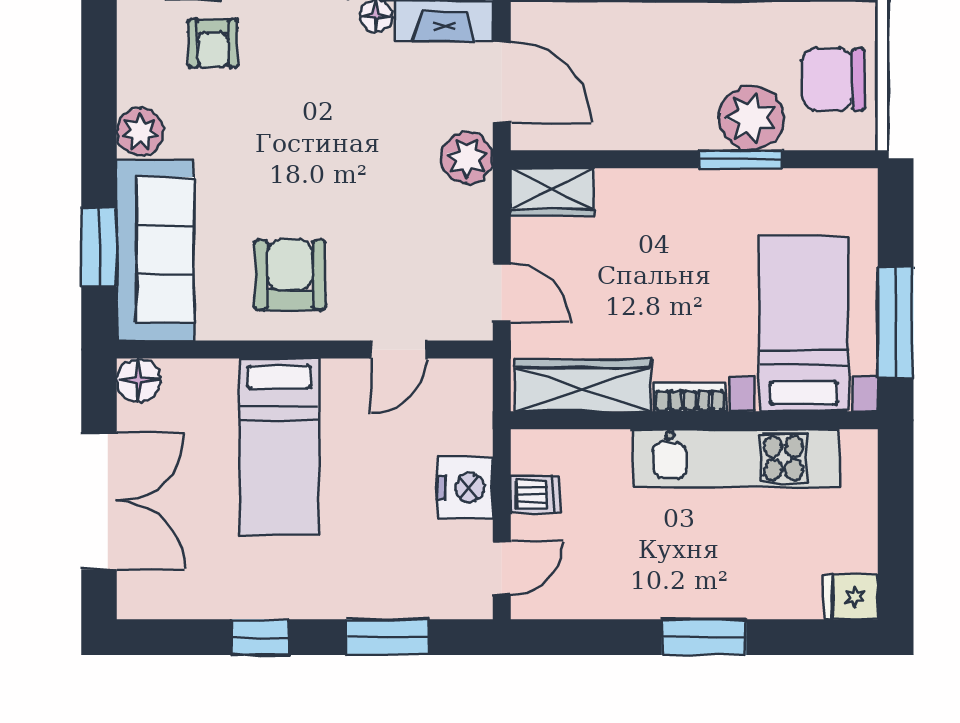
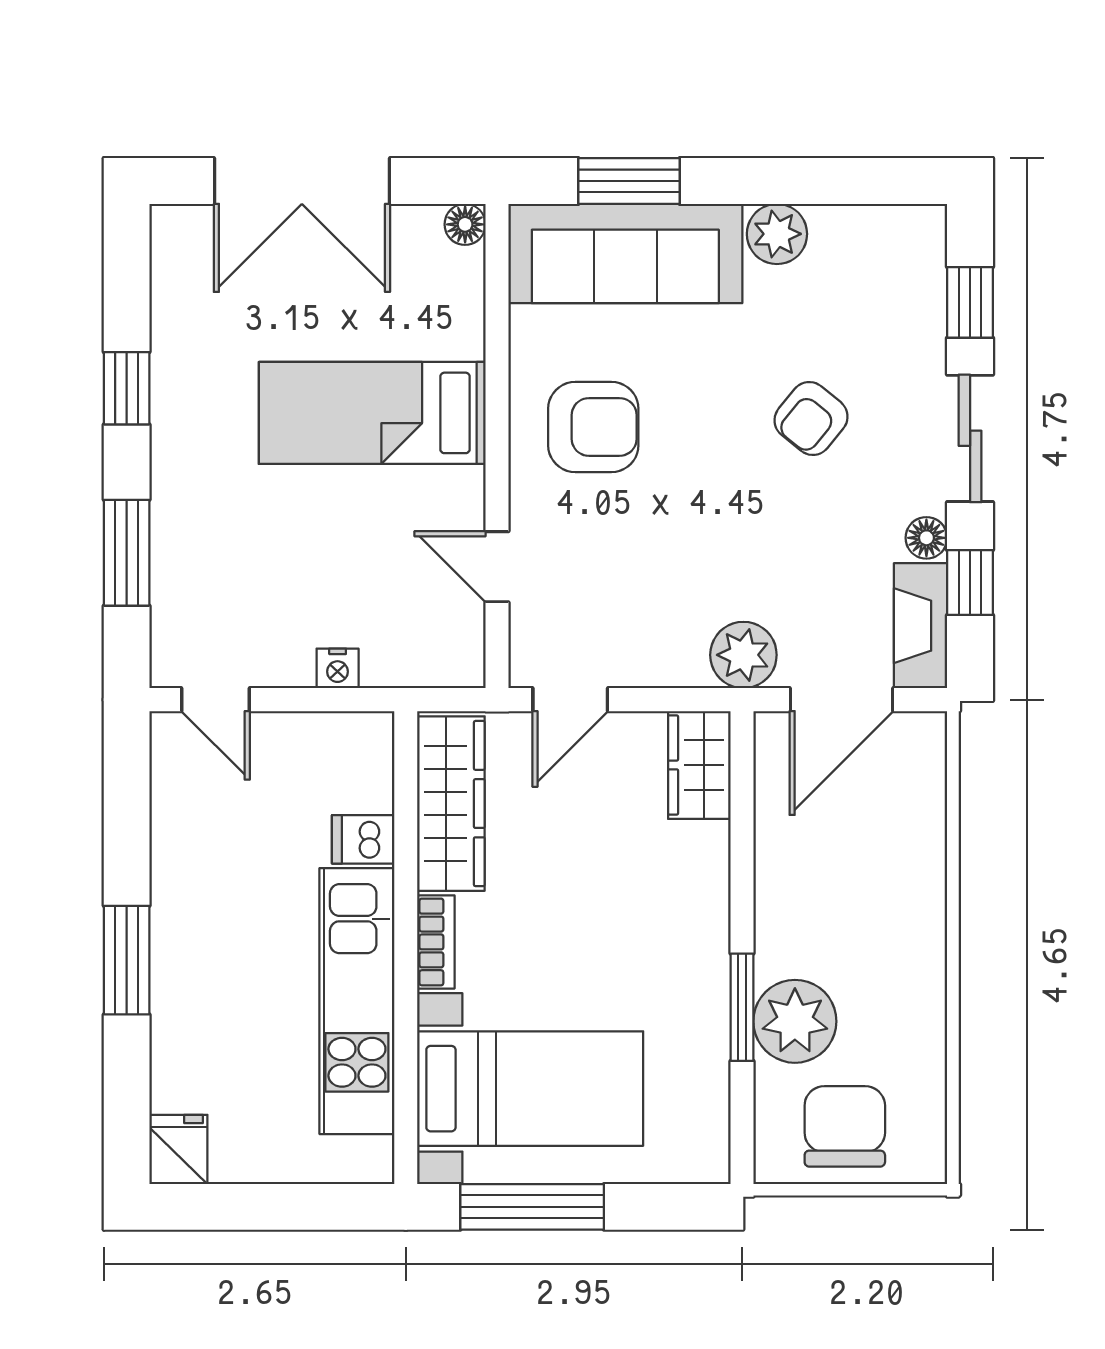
armchair: (213, 43) -> (811, 418), moved, turned -51
floor lamp: (139, 380) -> (465, 224), width x0.73, depth x0.73
nightstand: (465, 488) -> (338, 668), width x0.53, depth x0.56
dishwasher: (535, 494) -> (363, 839), moved, turned 90

